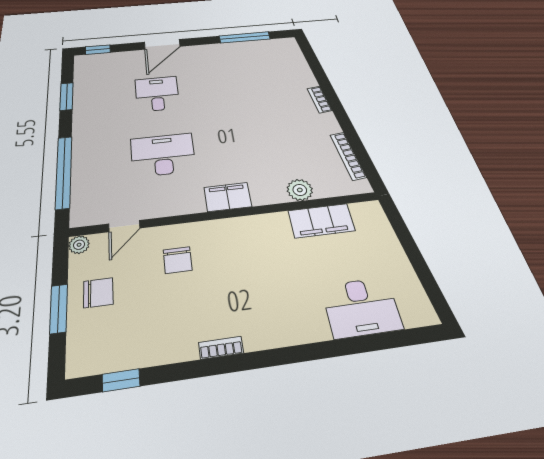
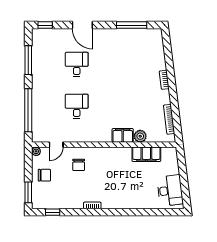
door: (162, 44) -> (82, 25), hinge flipped
window: (67, 96) -> (28, 60), width x1.44
desk: (163, 155) -> (77, 106), width x0.73
filing cabinet: (228, 197) -> (123, 135), moved
desk: (361, 307) -> (170, 190), moved, turned -97
window: (59, 309) -> (28, 192), moved

